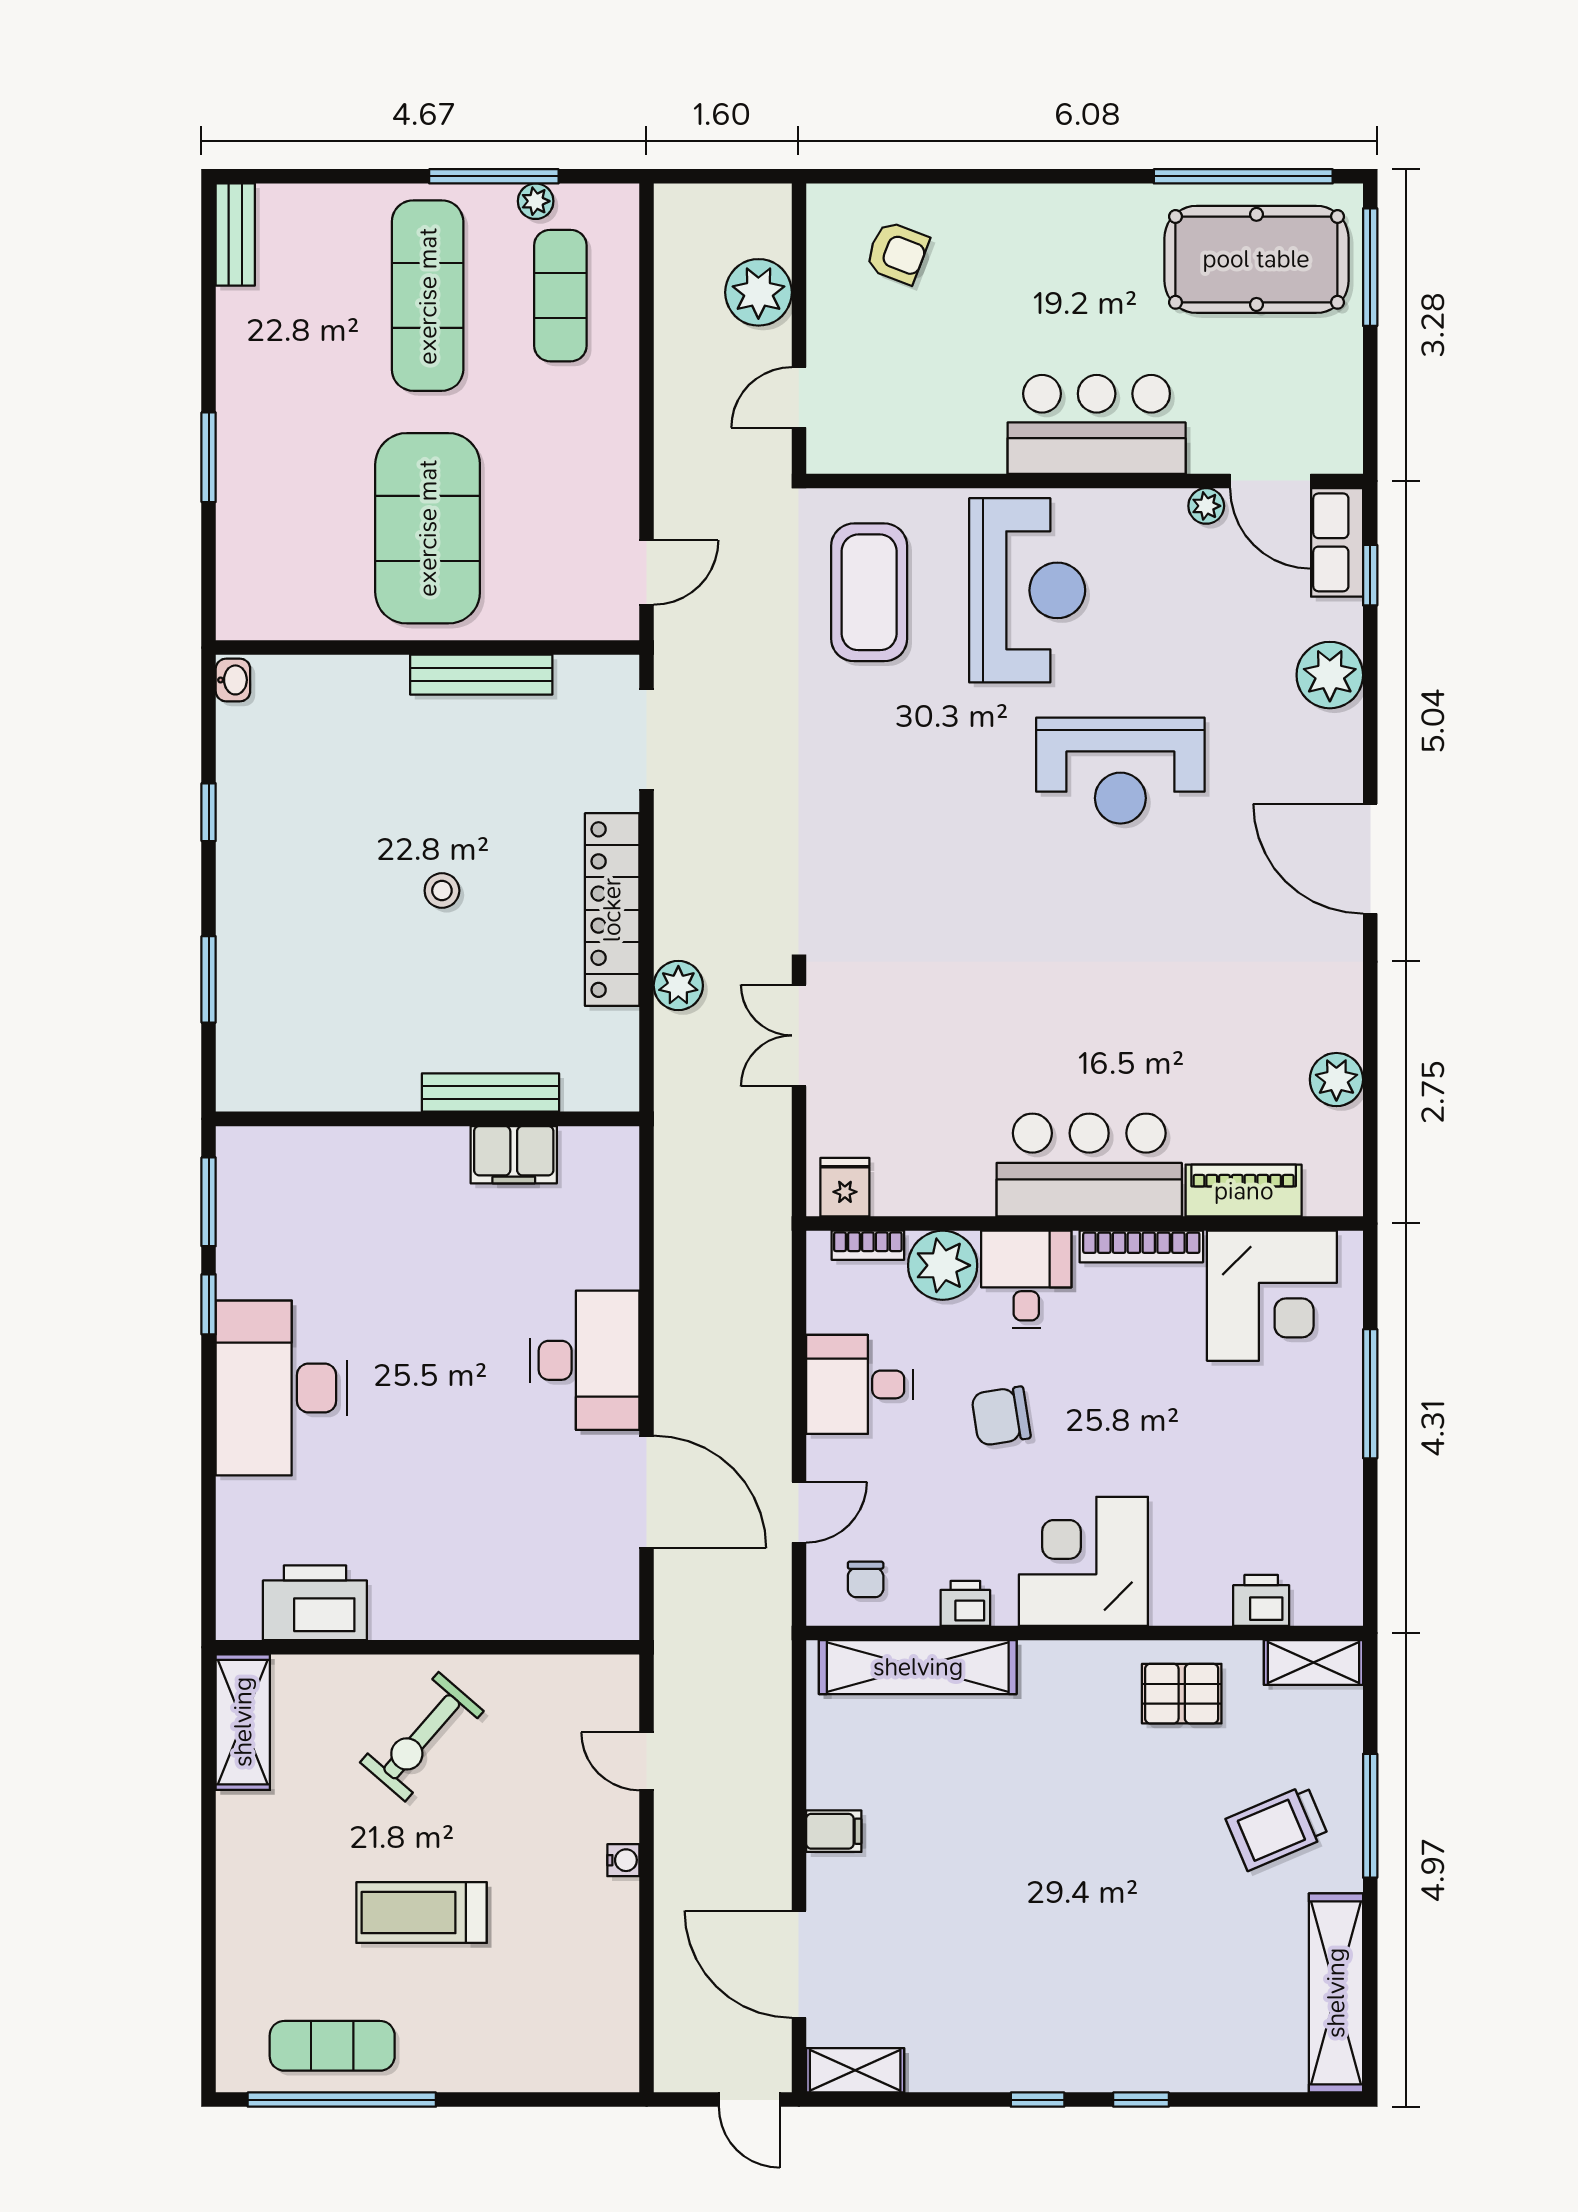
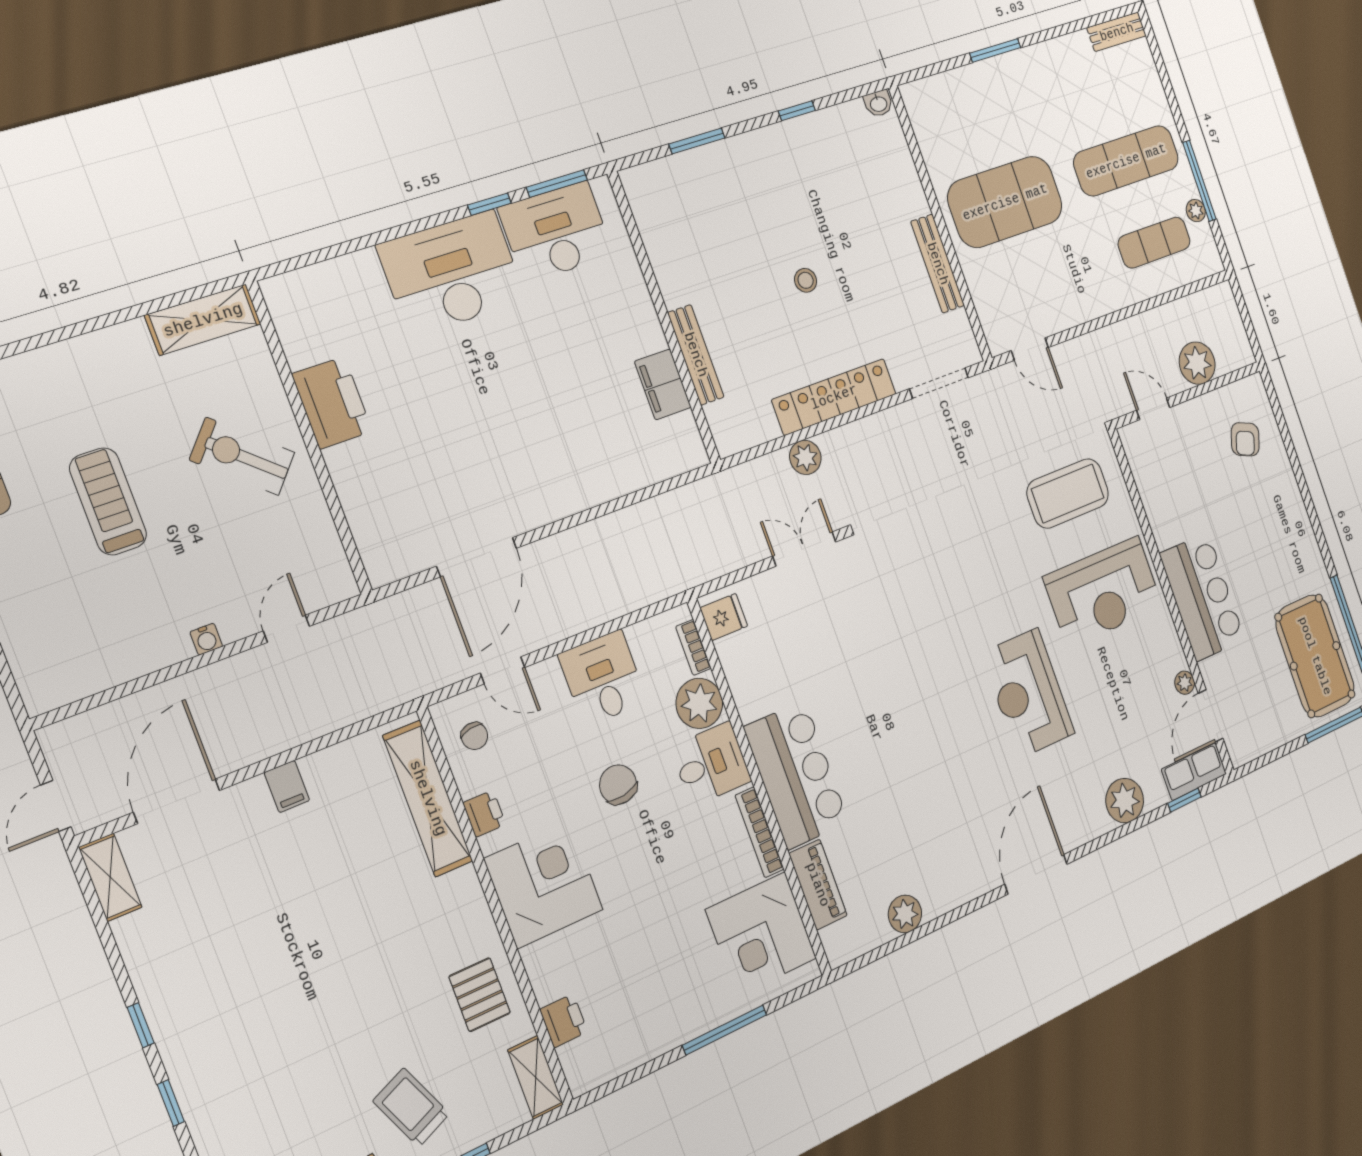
desk: (585, 1360) -> (556, 232), moved, turned 180
chair: (866, 1579) -> (474, 736), turned -100
printer: (315, 1603) -> (332, 403), moved

